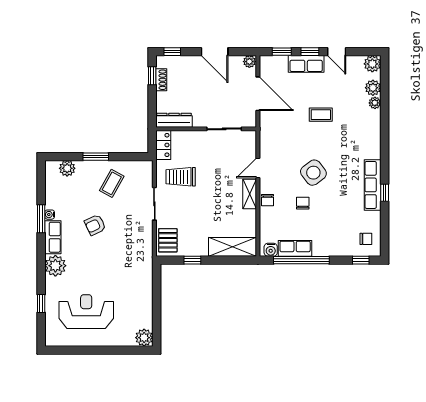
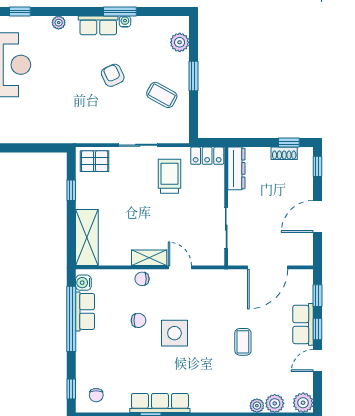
plant: (249, 62) -> (306, 258), removed
side table: (313, 173) -> (174, 333), turned 37
plant: (55, 266) -> (59, 23), width x0.53, depth x0.53

